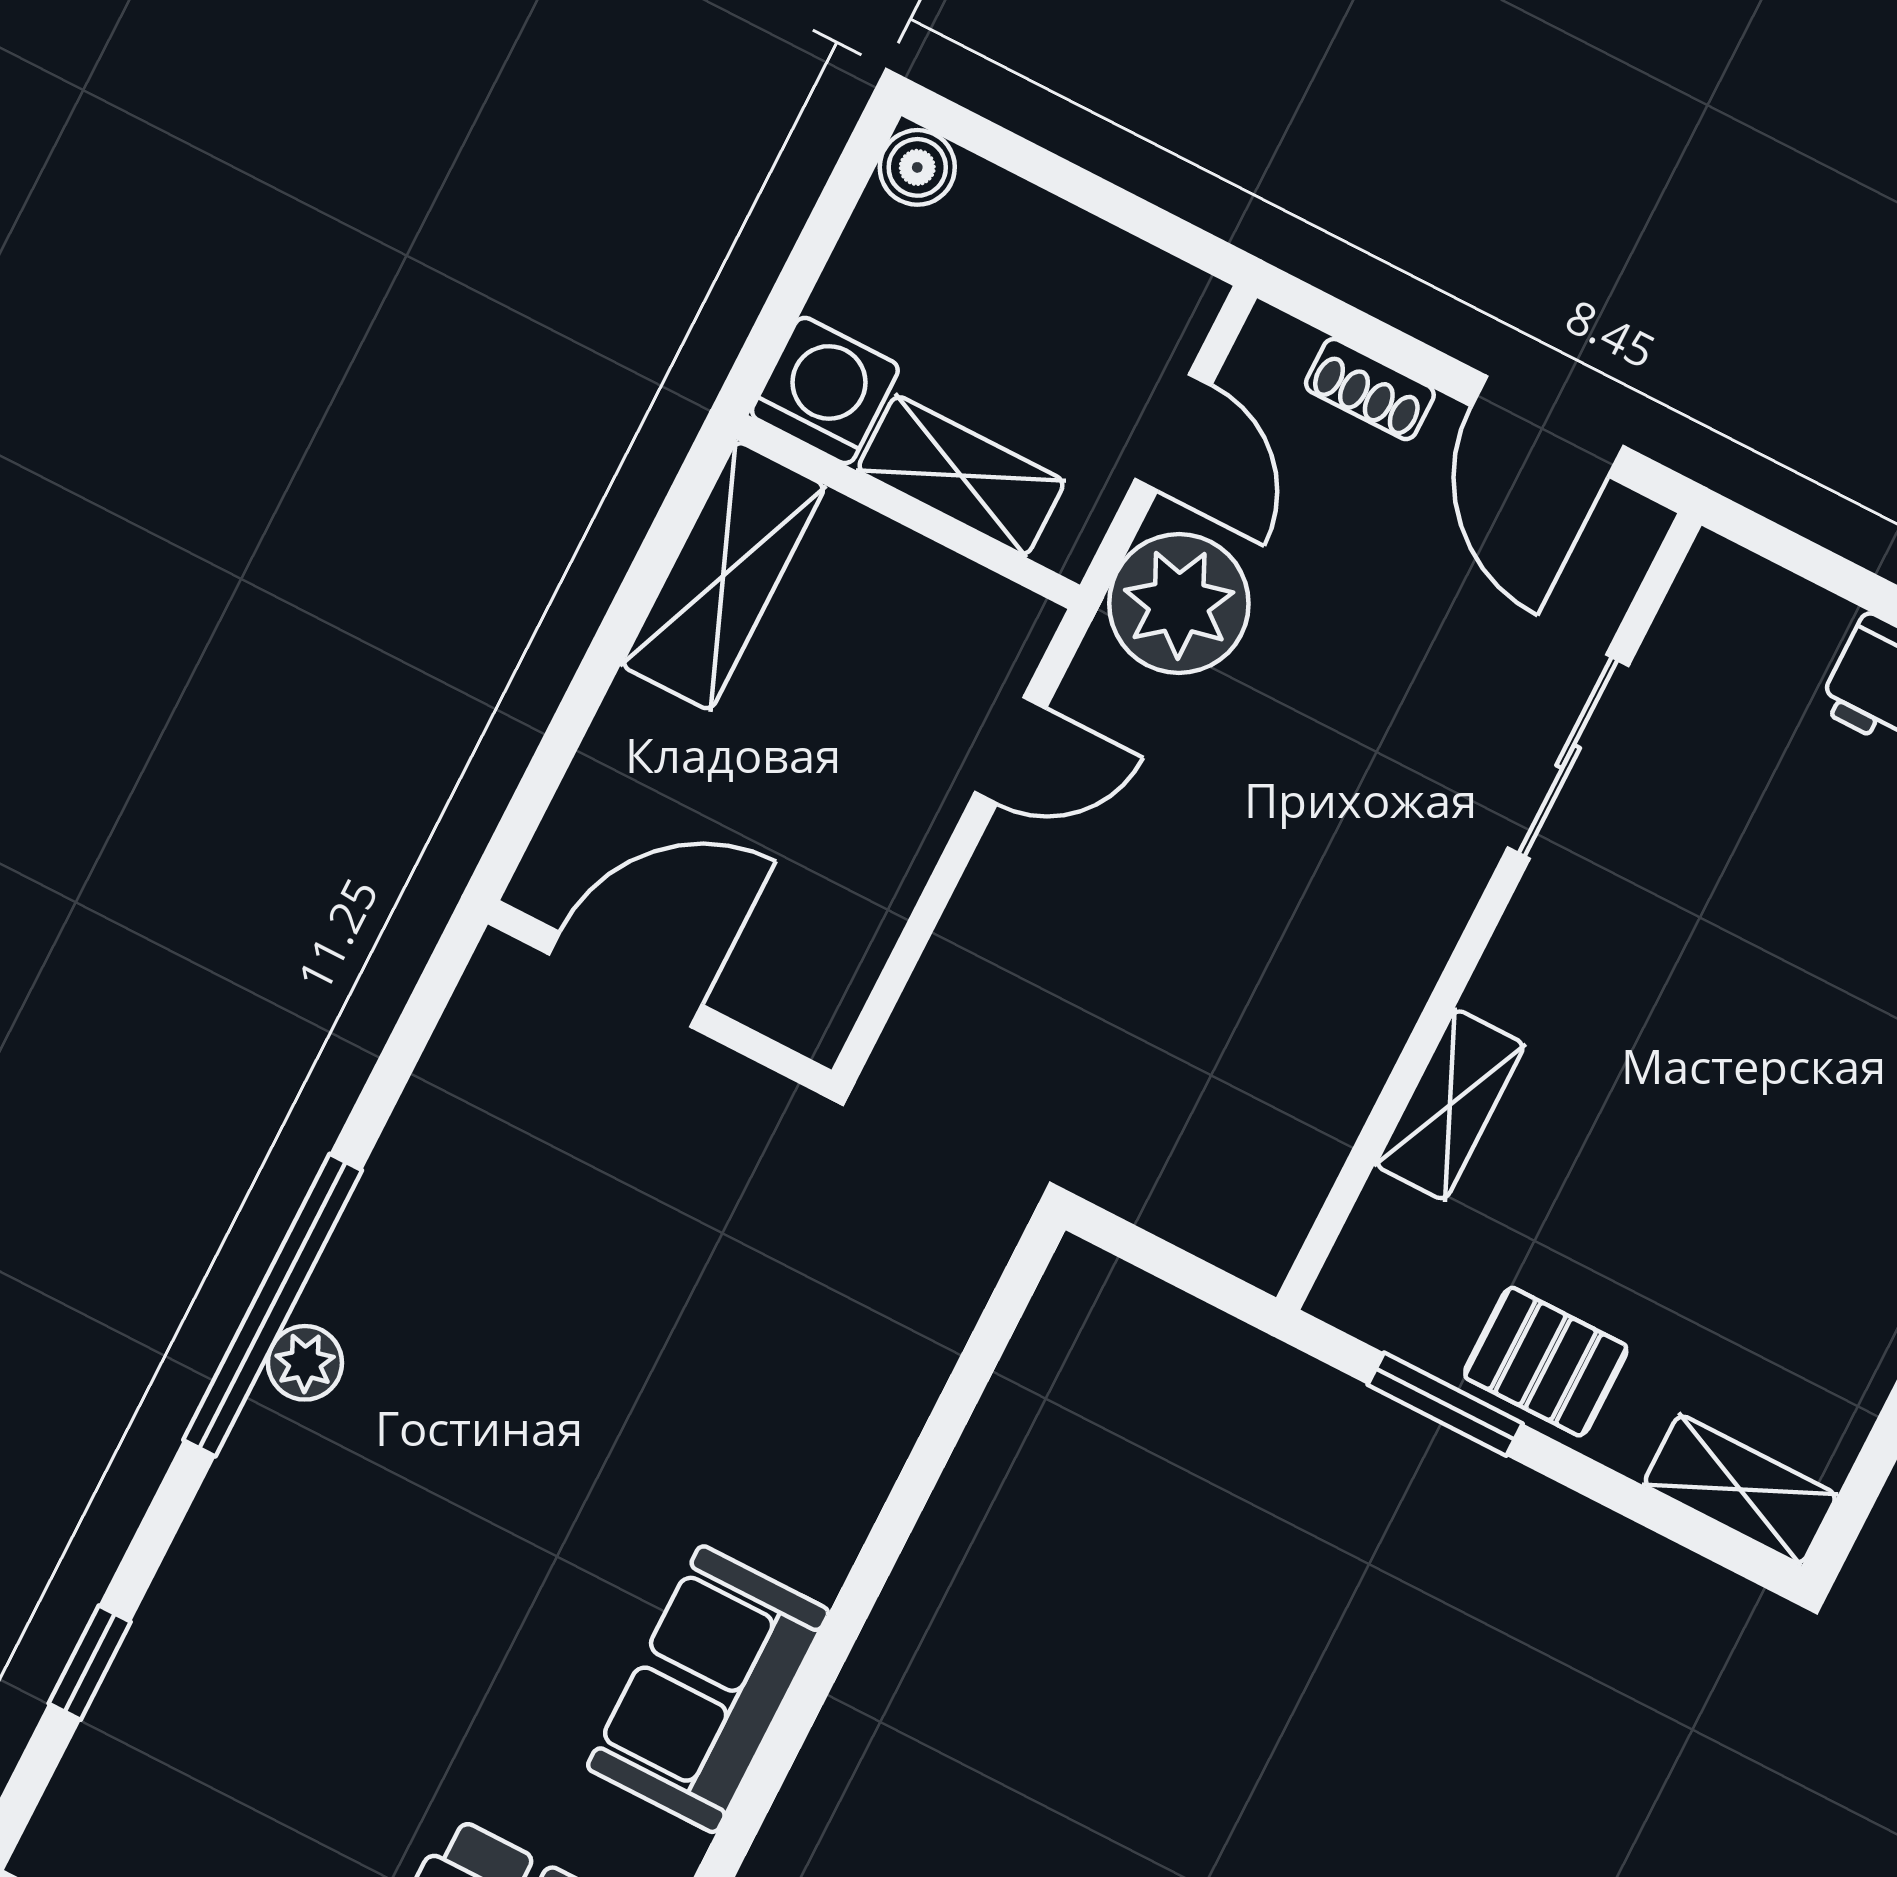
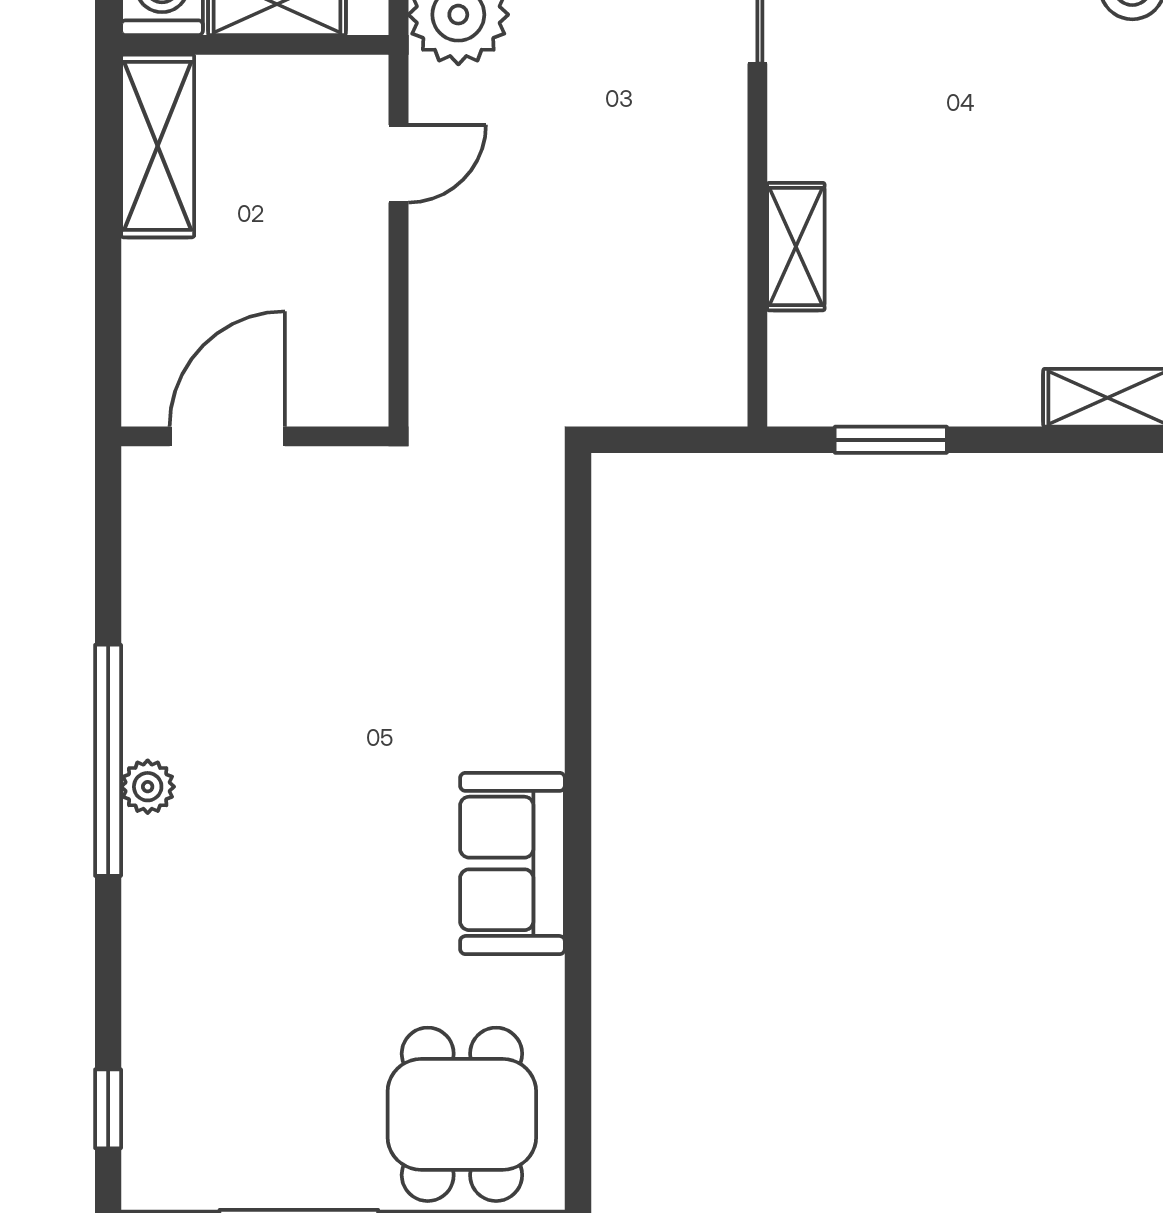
pallet: (1546, 1362) -> (941, 380), removed
window: (90, 1663) -> (108, 1109), moved

